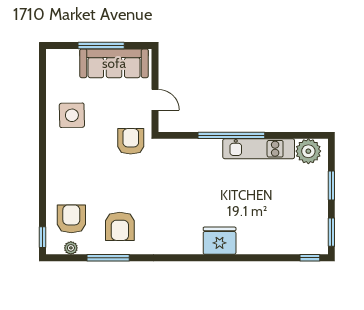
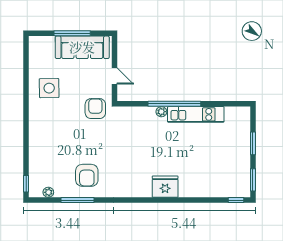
plant: (308, 151) -> (161, 112), moved, width x0.53, depth x0.53
armchair: (71, 219) -> (49, 169), removed

